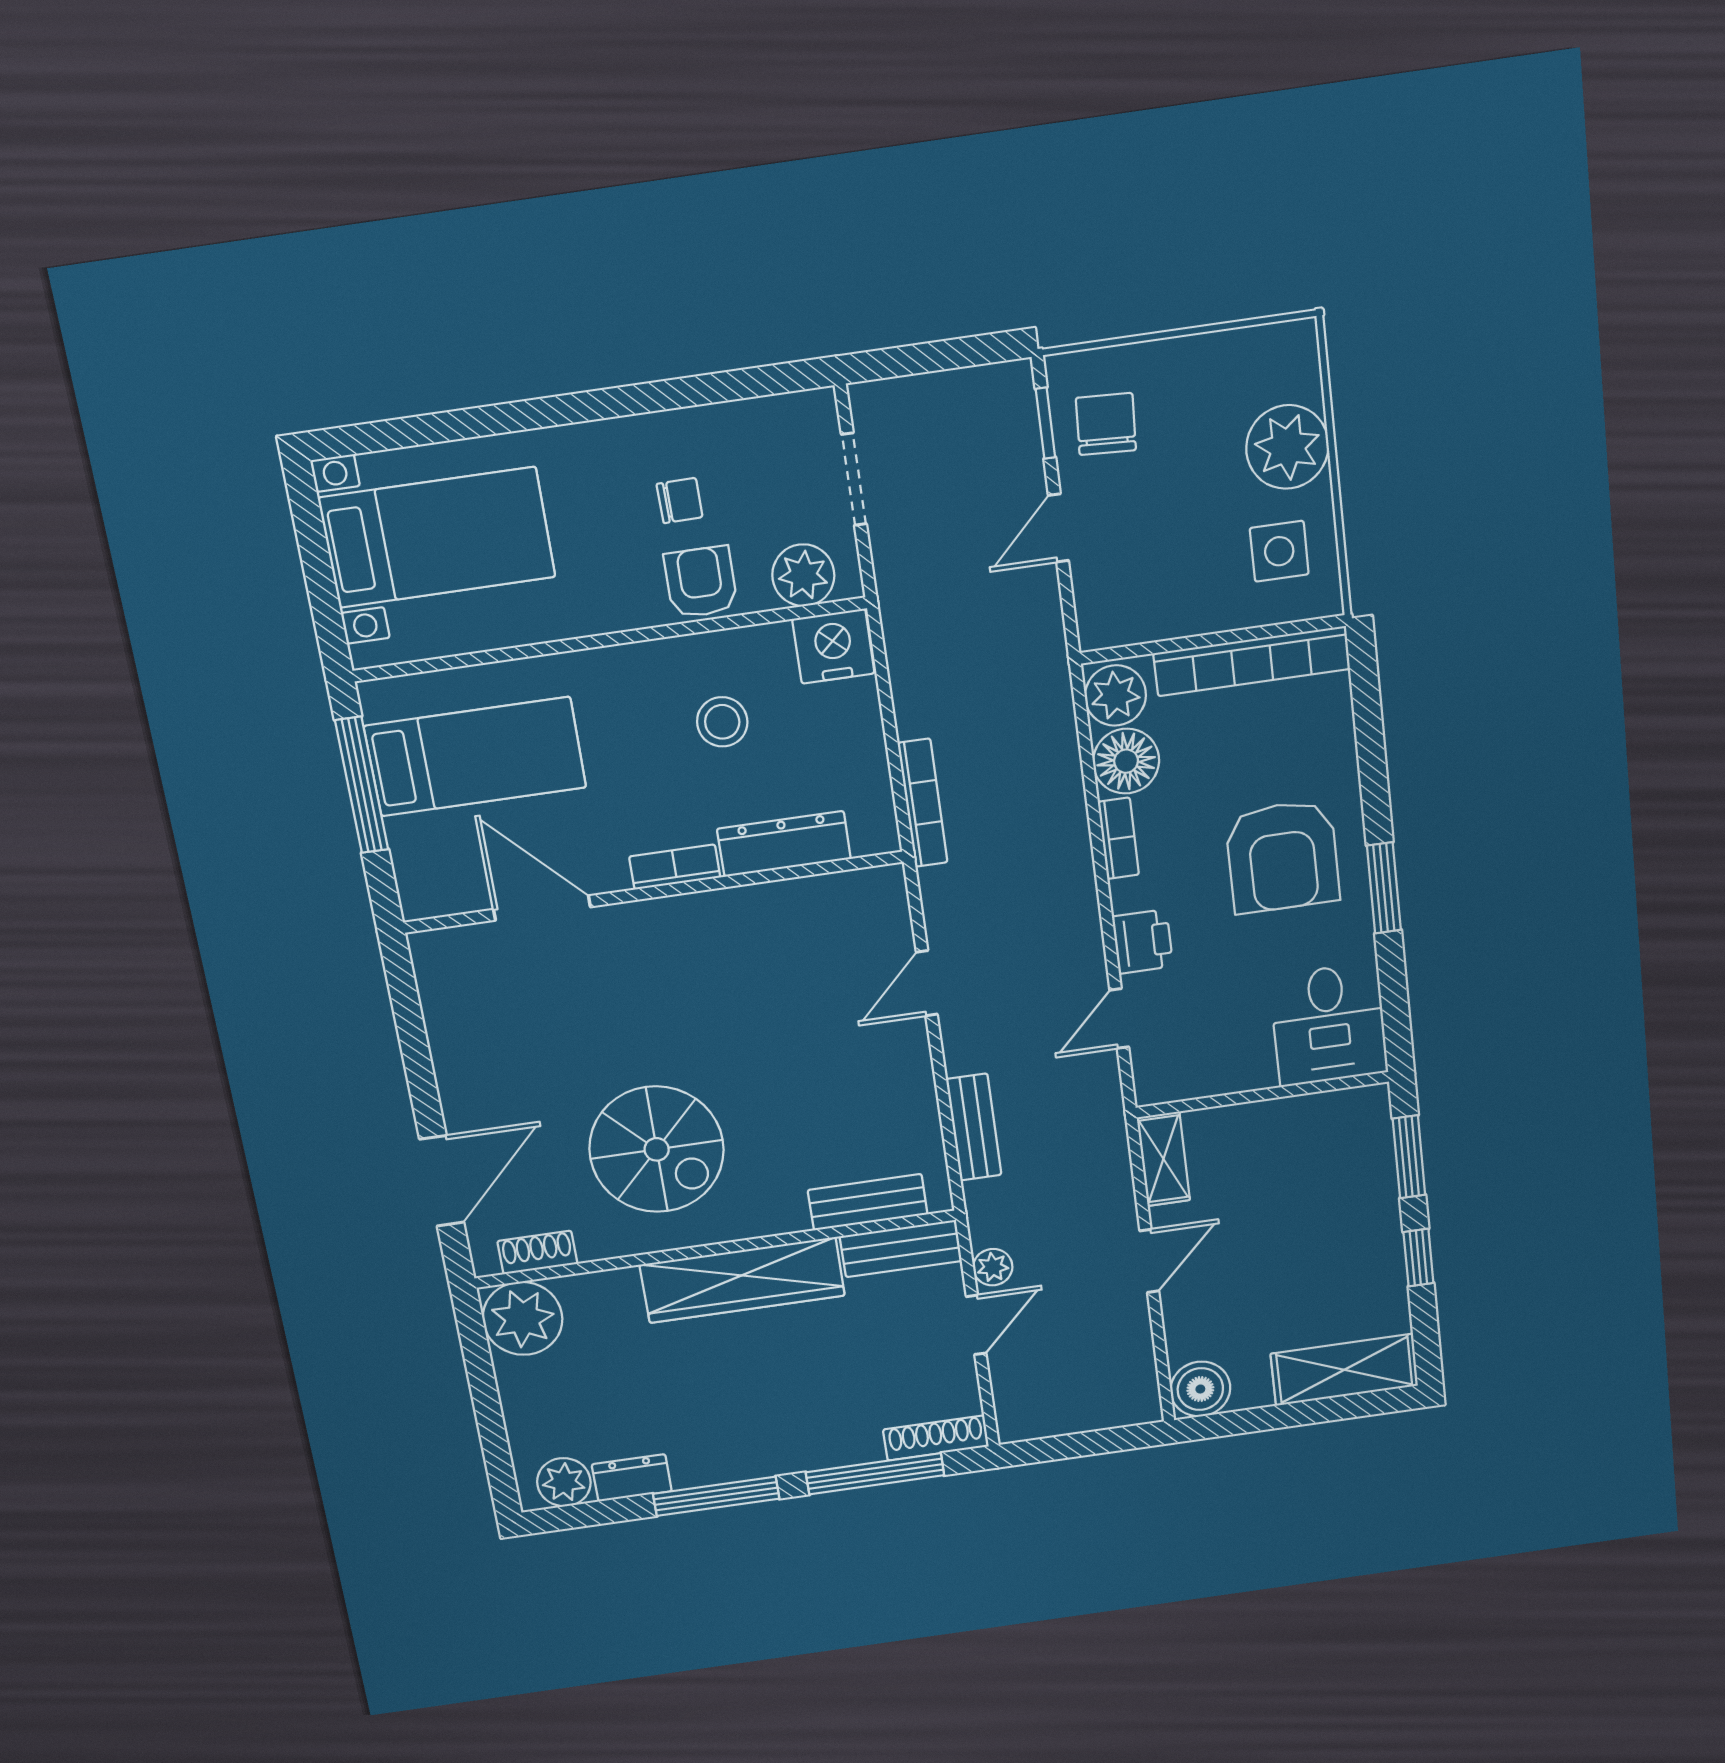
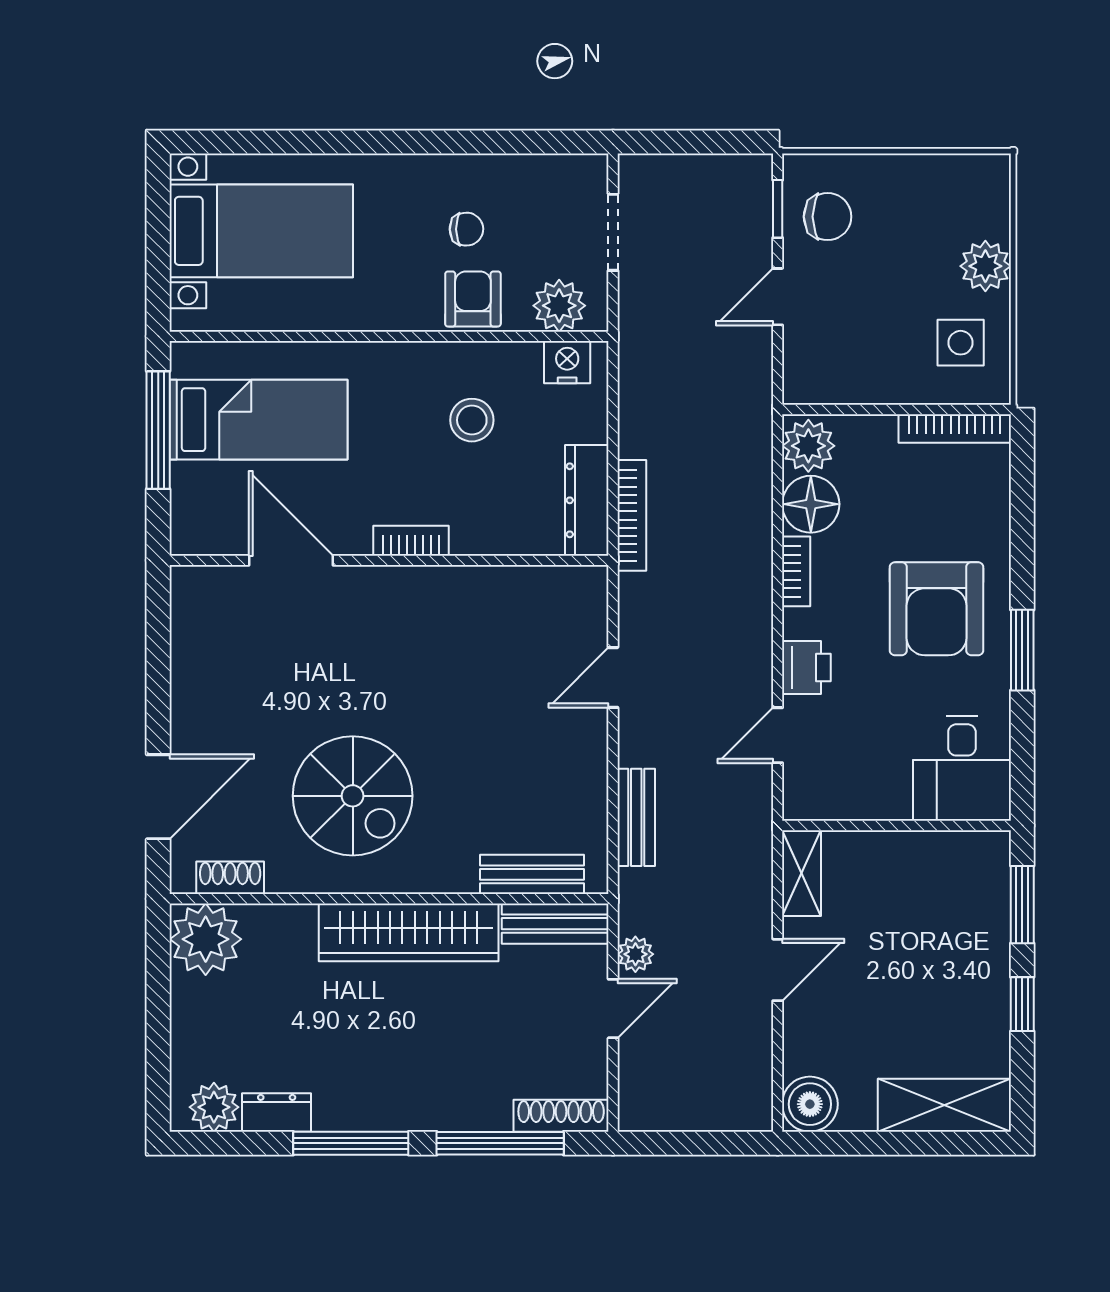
chair: (1106, 424) -> (828, 217), turned 87
plant: (1287, 447) -> (985, 266), width x0.73, depth x0.73
nightstand: (833, 646) -> (567, 362), width x0.74, depth x0.75
bookcase: (1252, 661) -> (955, 428), width x0.68, depth x0.76
dresser: (784, 844) -> (587, 500), moved, turned -90

